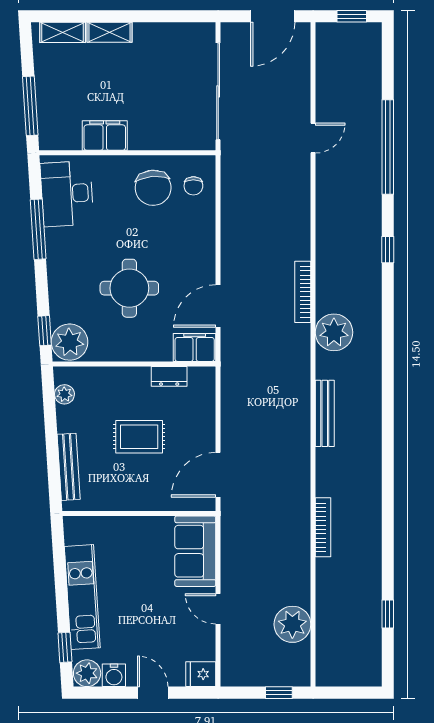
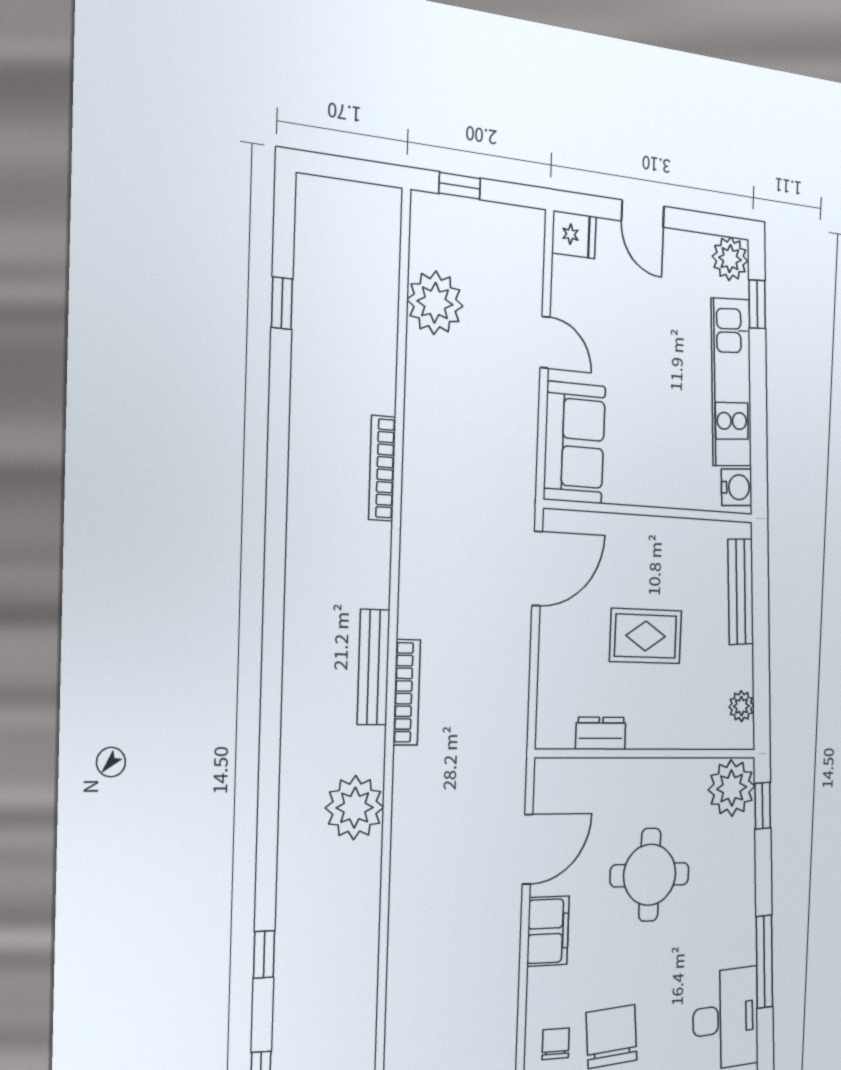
bookcase: (303, 292) -> (407, 692), moved
filing cabinet: (195, 348) -> (548, 931), moved, turned -90
water cooler: (114, 675) -> (737, 487), moved, turned 86

